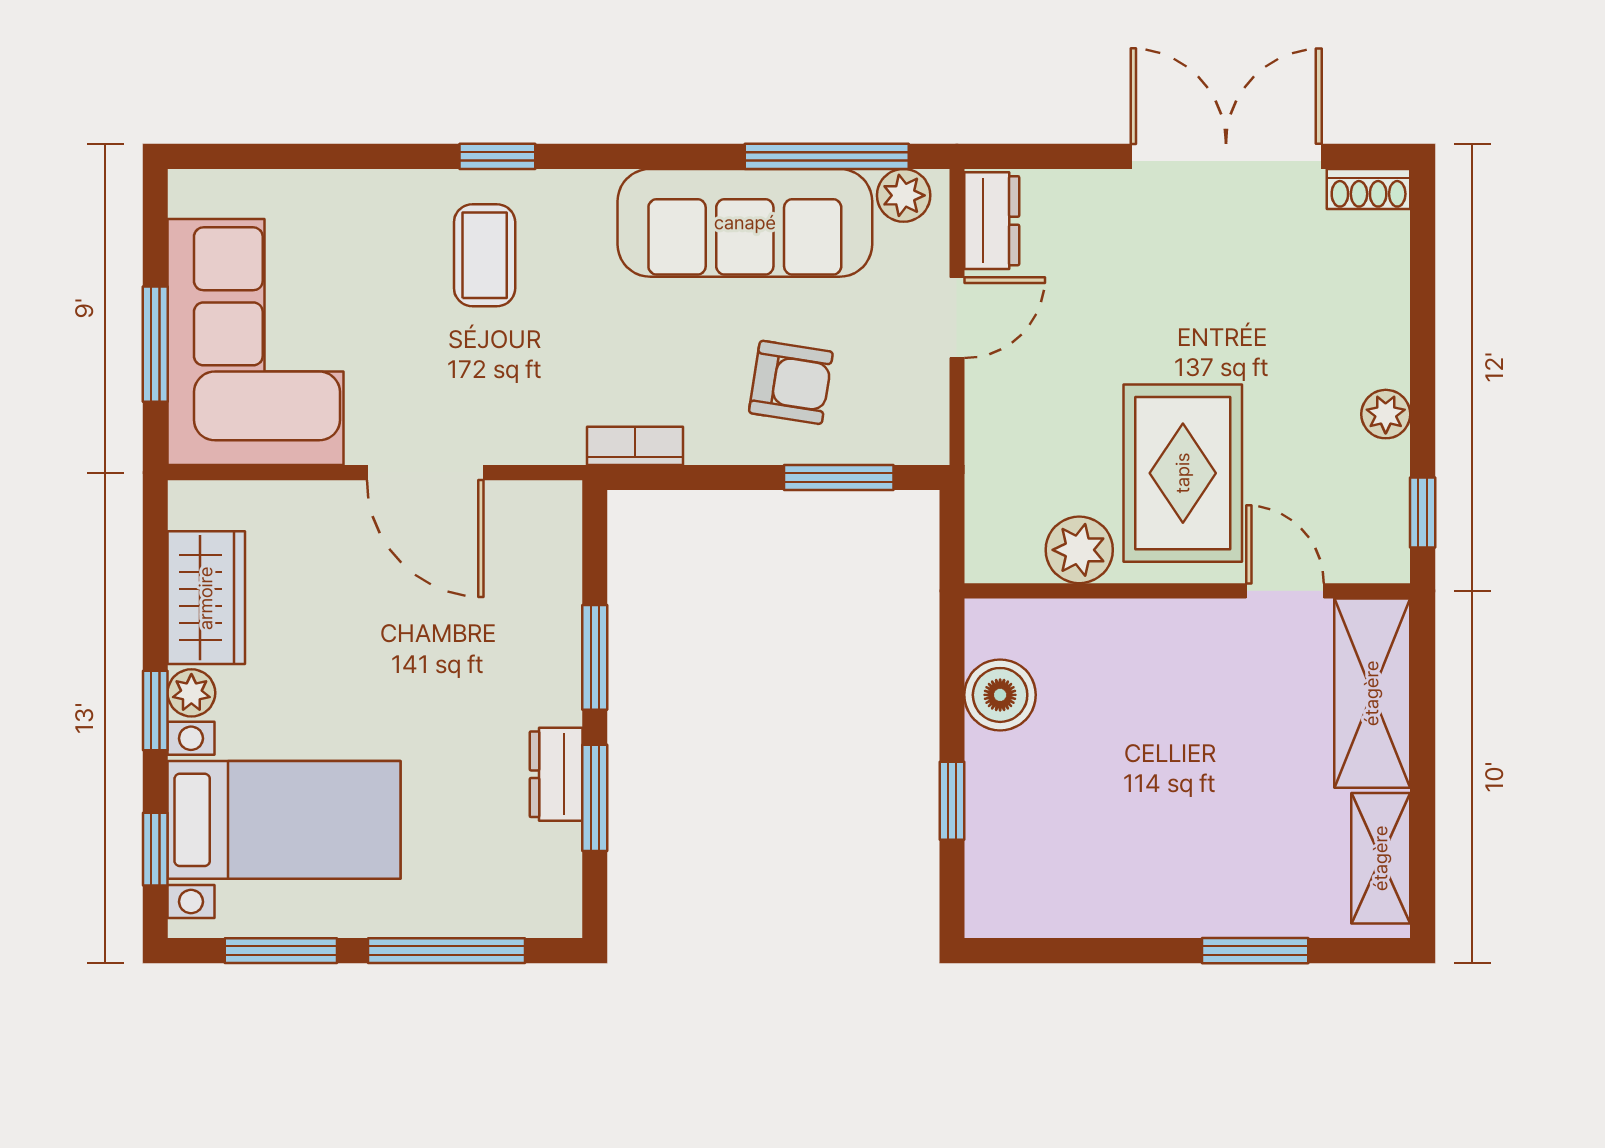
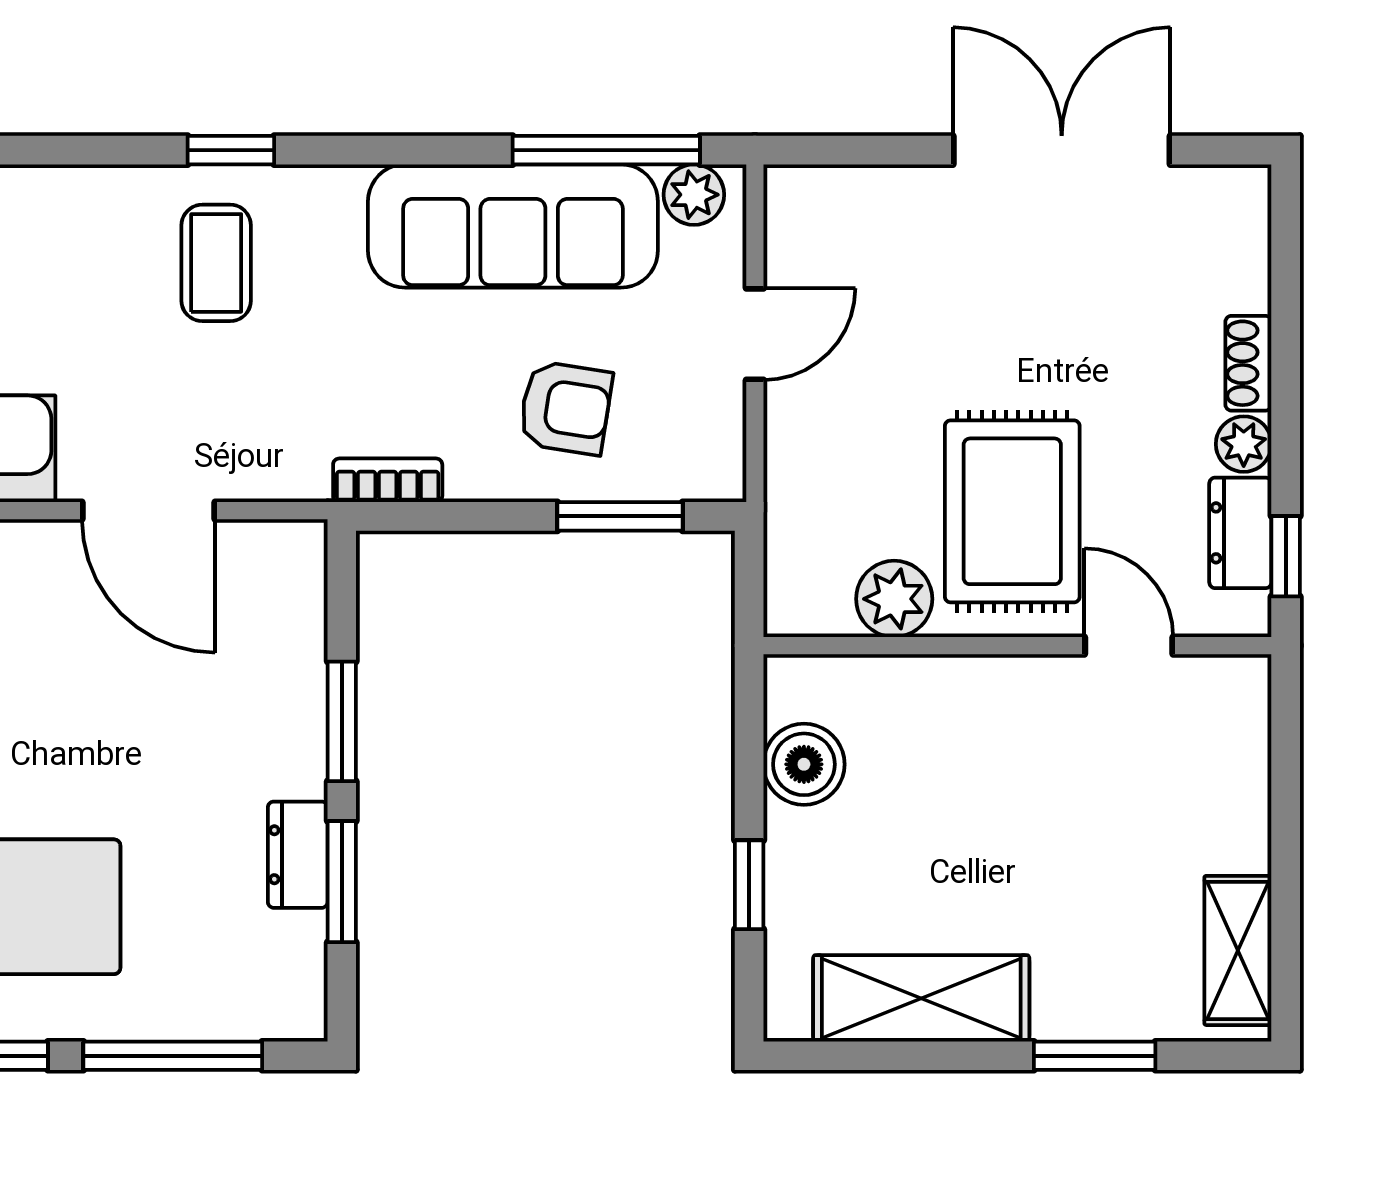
shoe rack: (1369, 189) -> (1248, 363), moved, turned 90
dresser: (992, 221) -> (1240, 533), moved, turned 180
shelving: (1372, 693) -> (921, 998), moved, turned 90

